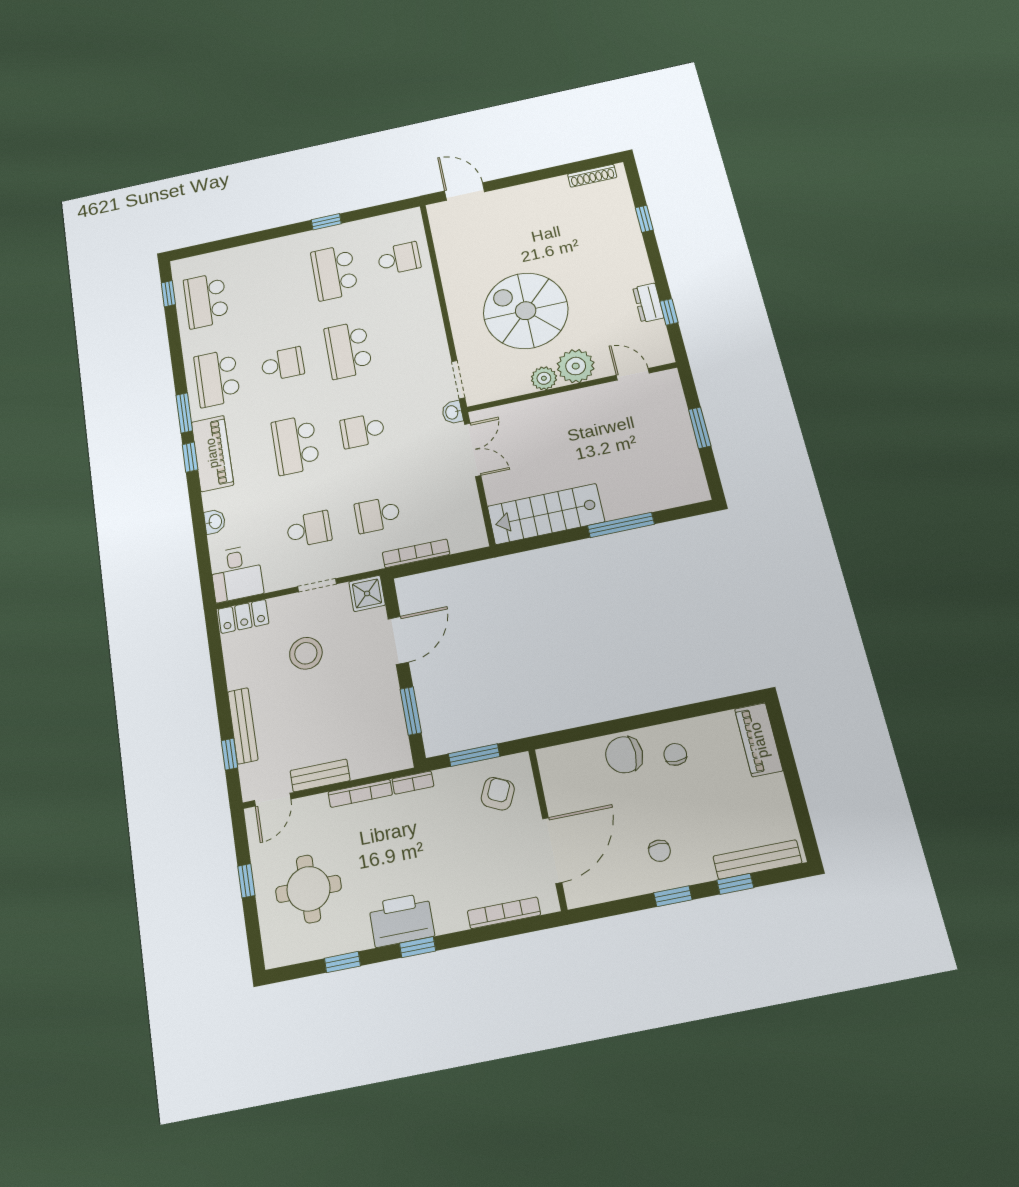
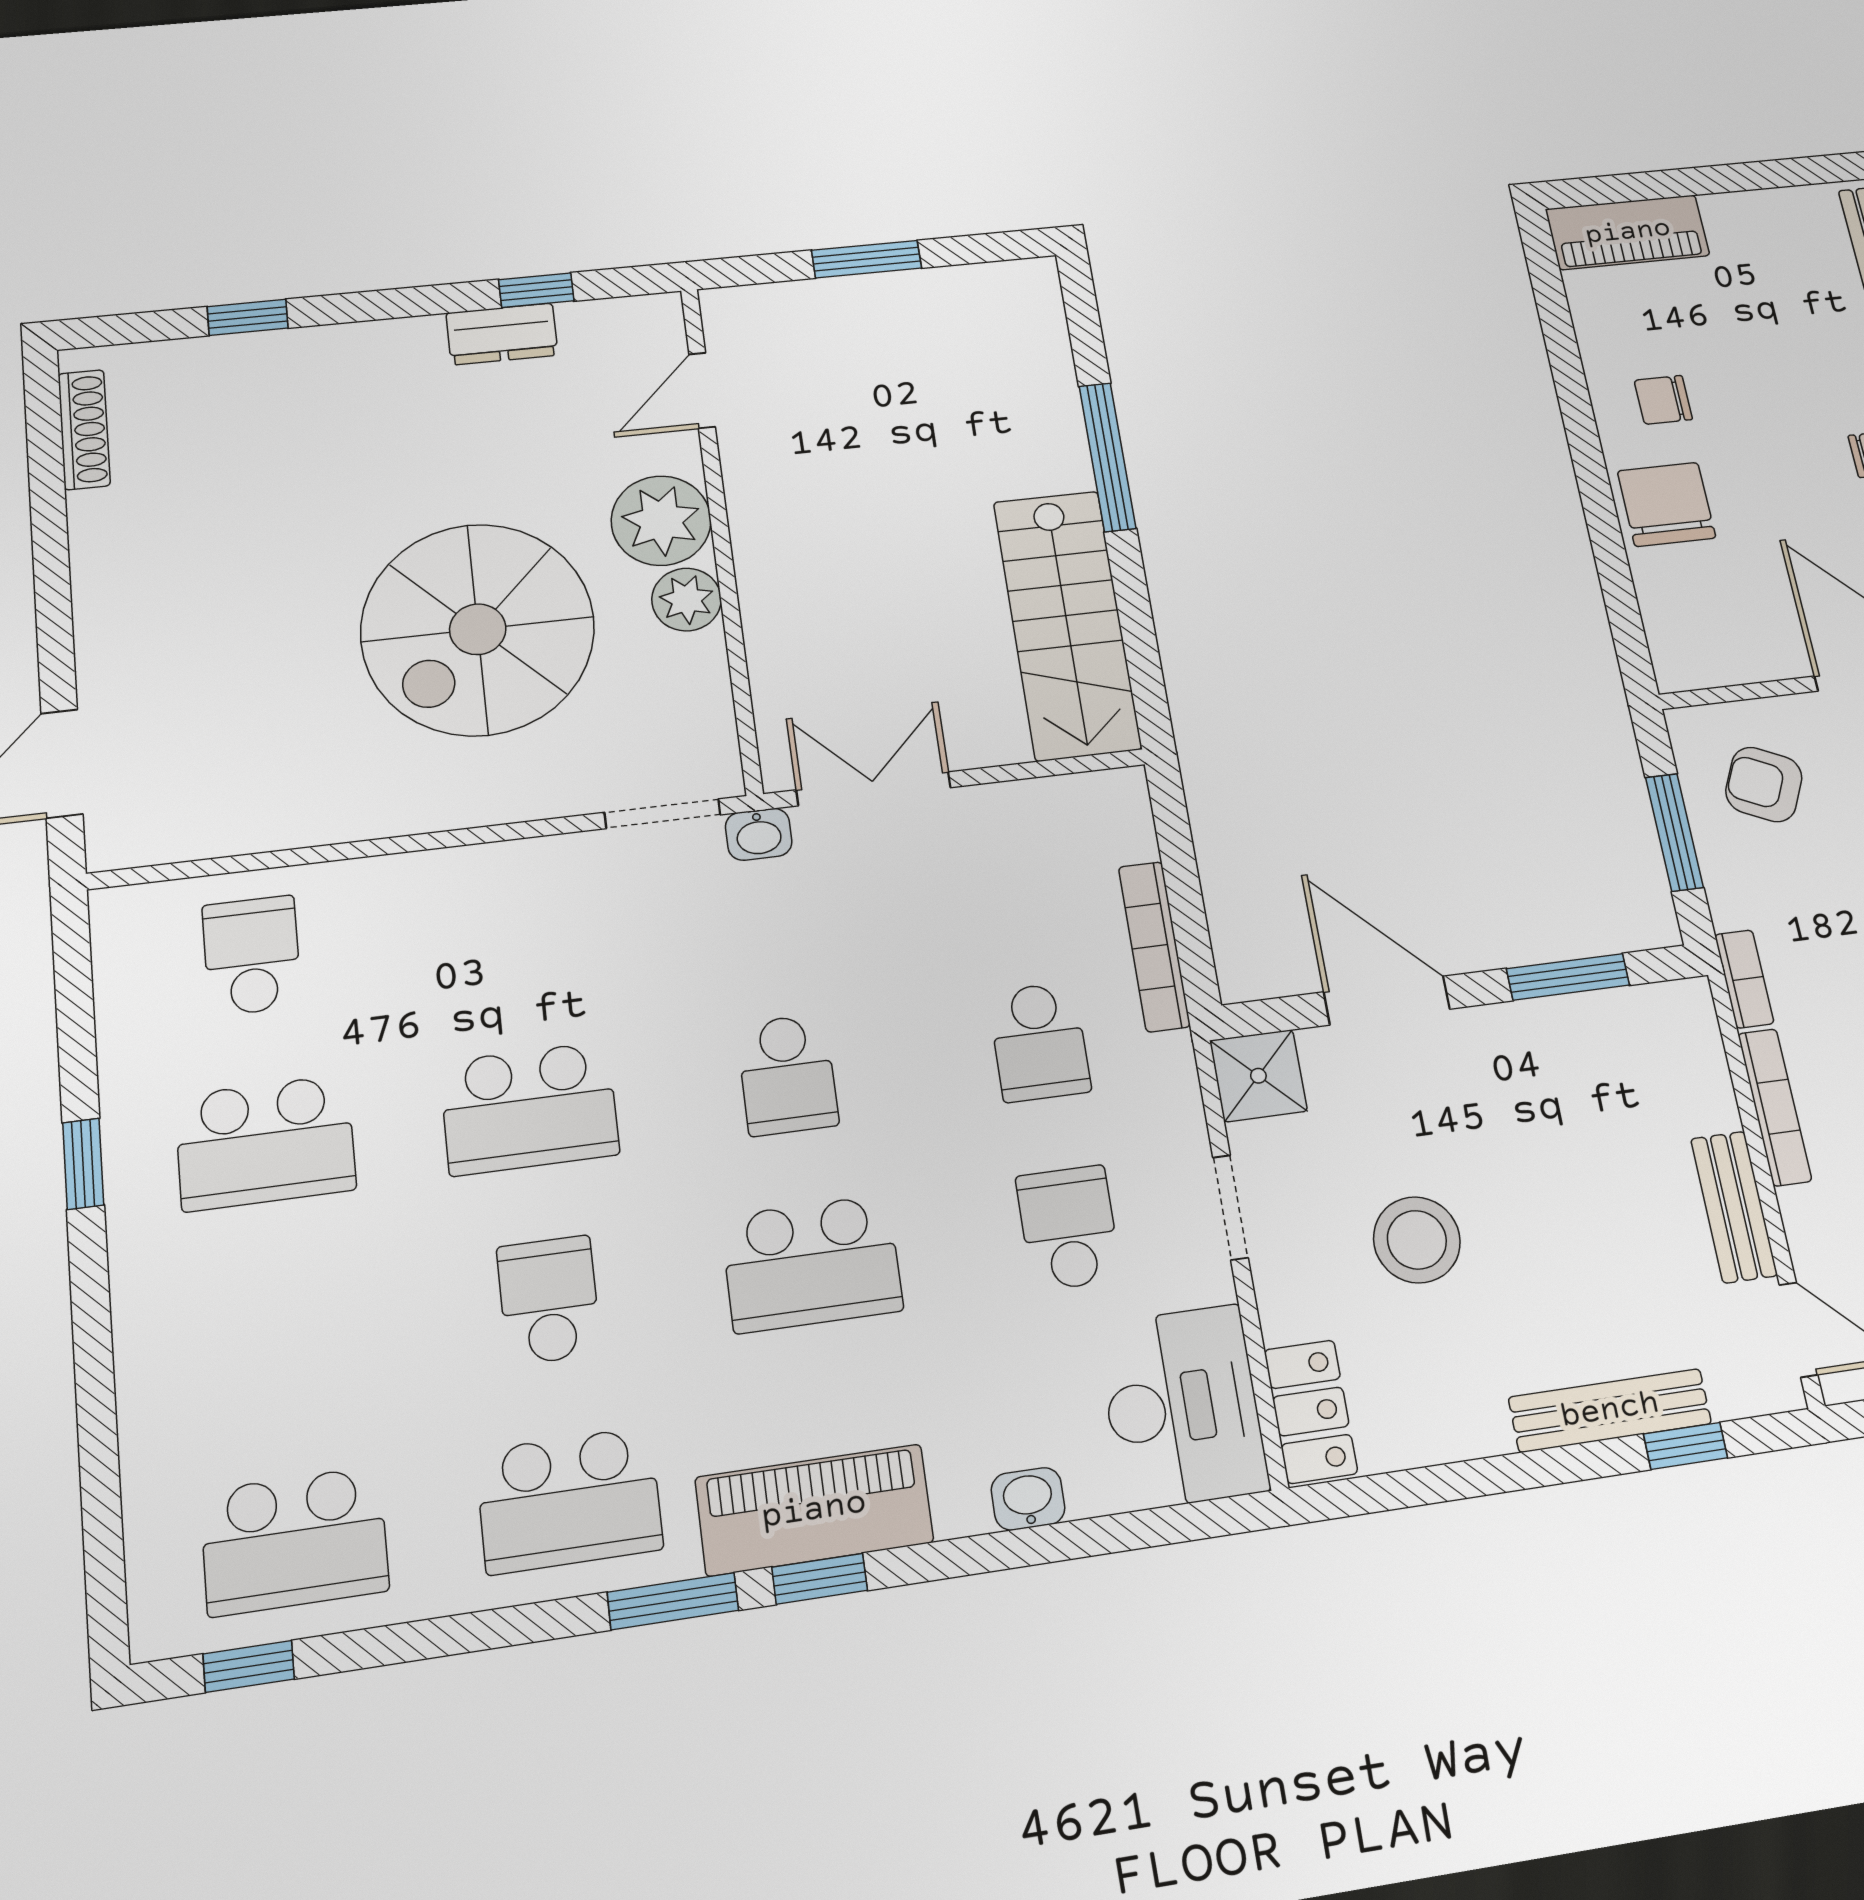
desk: (236, 573) -> (1182, 1407), width x1.37
chair: (624, 755) -> (1666, 504), turned 180

